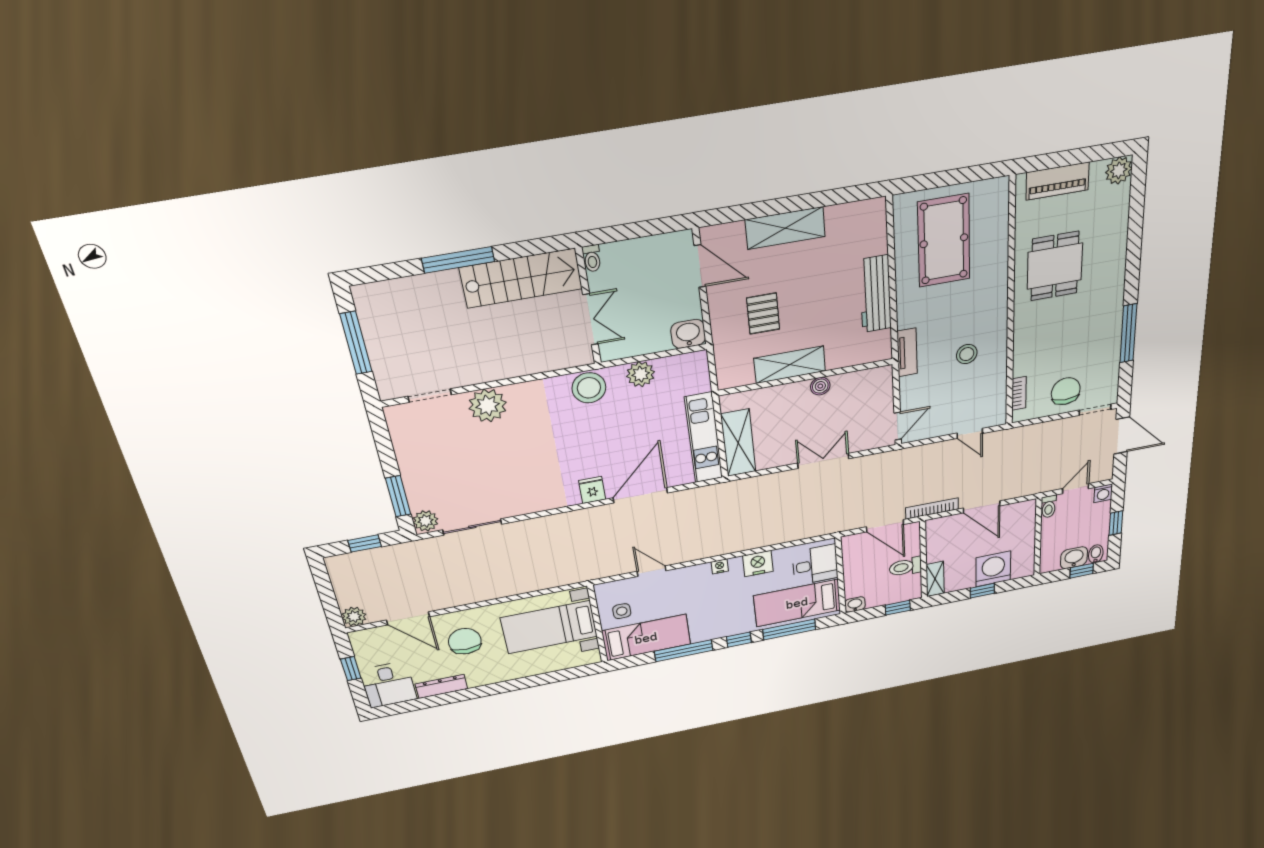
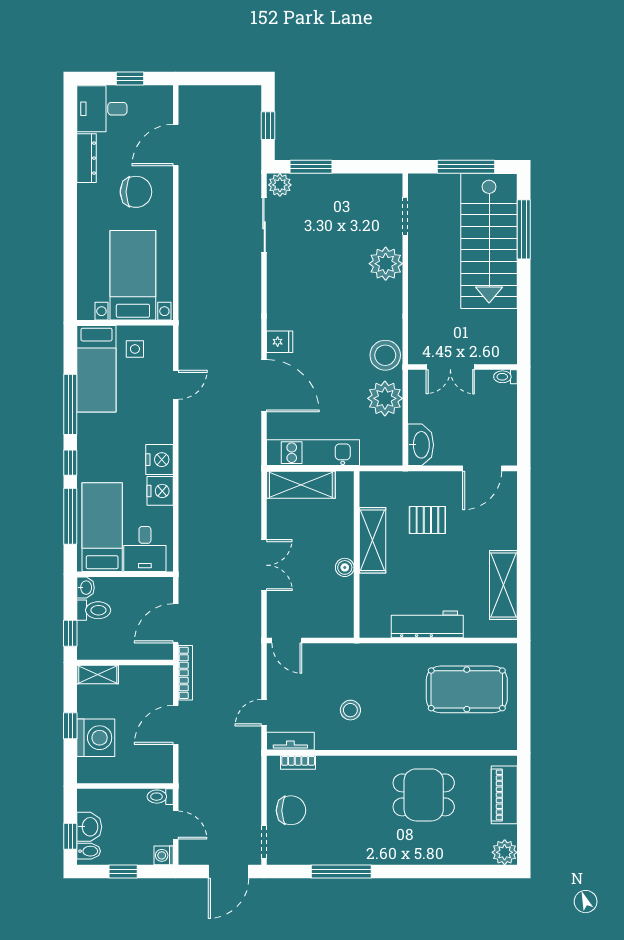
shelving: (785, 228) -> (503, 585), moved
window: (458, 260) -> (524, 229), moved
stairs: (521, 278) -> (489, 241), moved, width x1.36, depth x1.51
washbasin: (688, 334) -> (421, 445), width x1.38
tv unit: (907, 352) -> (290, 741), moved, turned 180
plant: (641, 374) -> (385, 398), width x1.36, depth x1.36
nightstand: (720, 566) -> (160, 460), width x1.89, depth x1.79
toilet: (905, 567) -> (94, 610), moved, turned 90
plant: (354, 617) -> (190, 96), removed

